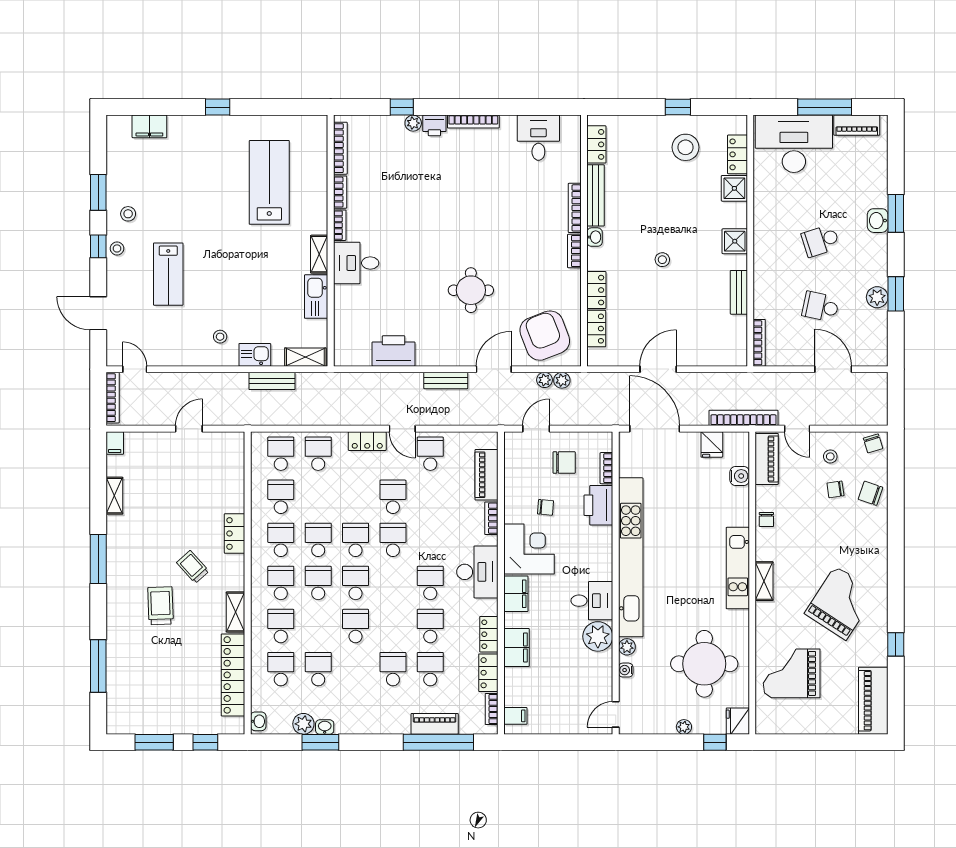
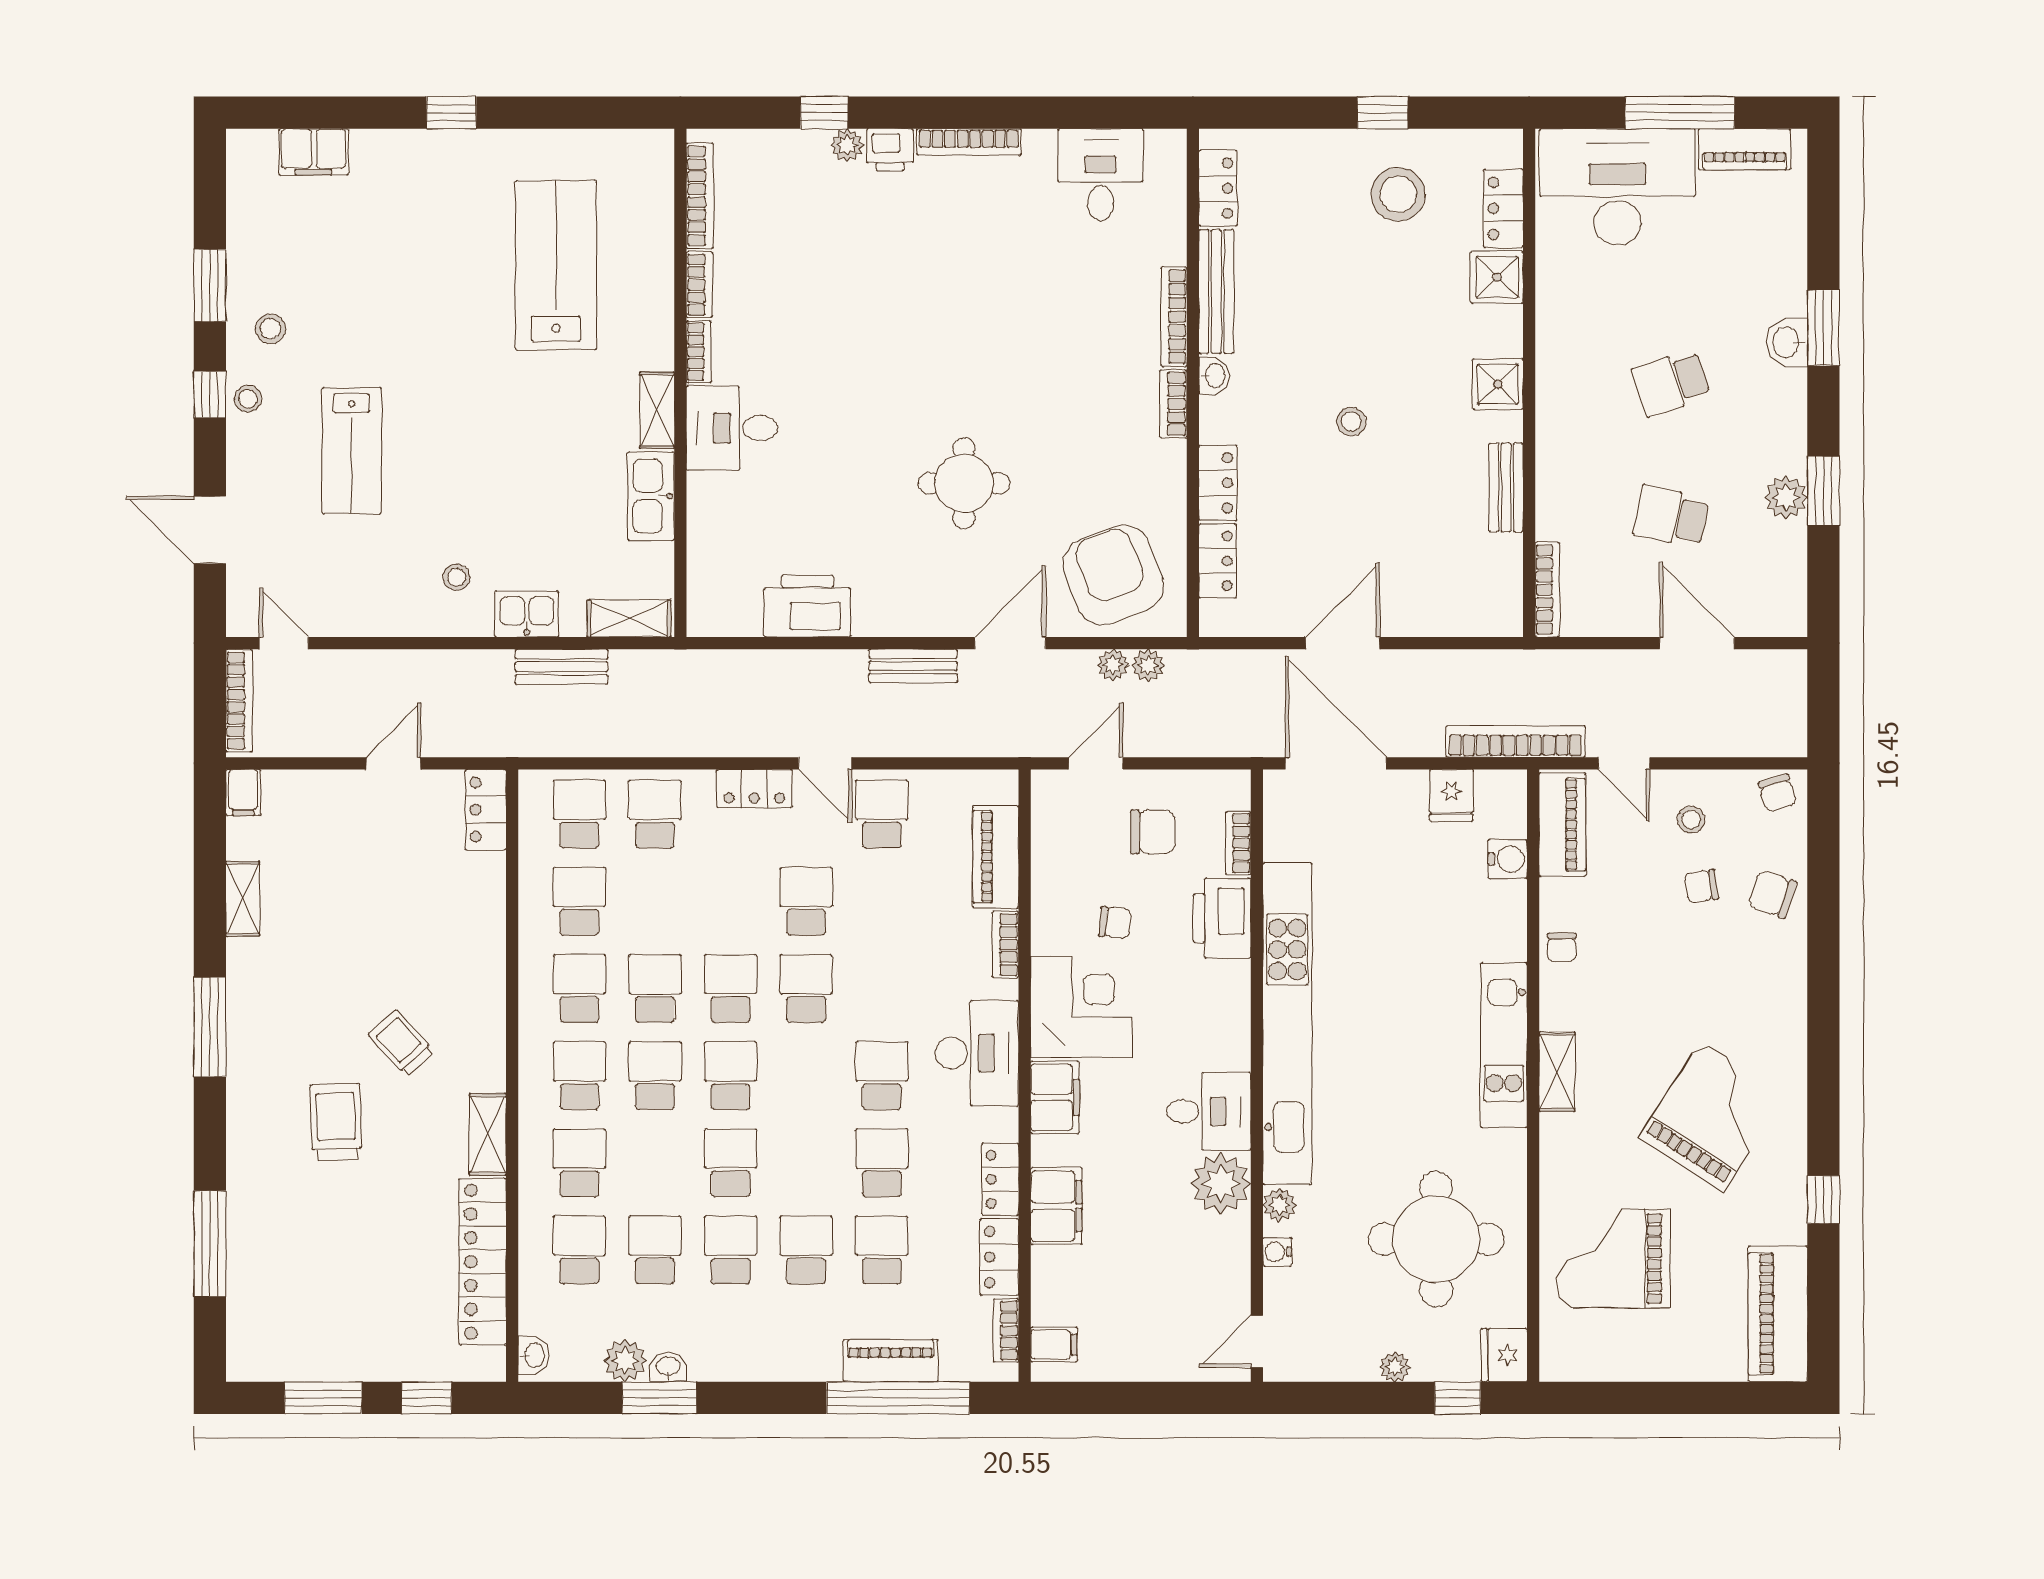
locker: (235, 533) -> (486, 810), moved
school desk: (356, 669) -> (731, 1250), added

